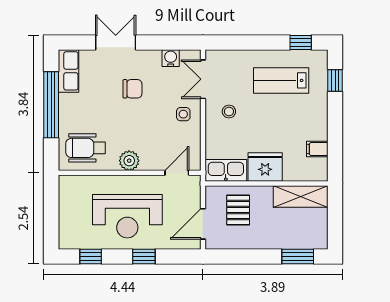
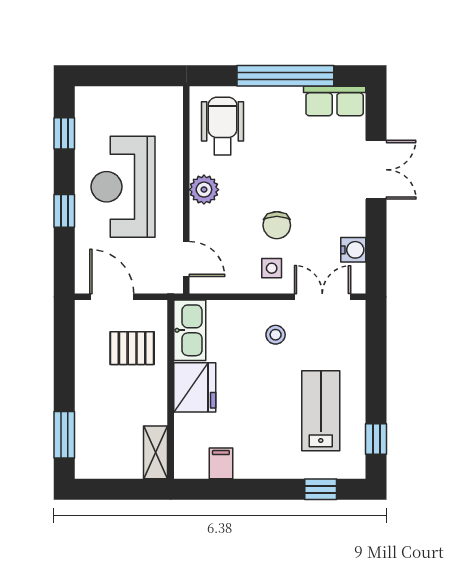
chair: (132, 89) -> (277, 225), moved
shelving: (301, 197) -> (156, 452), width x0.67, depth x0.75

